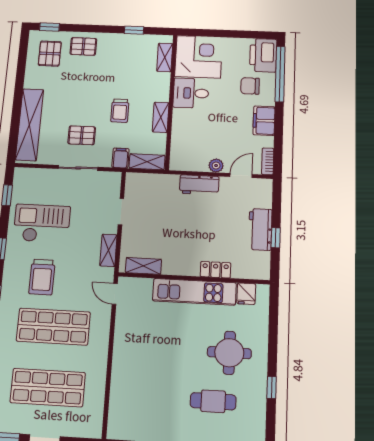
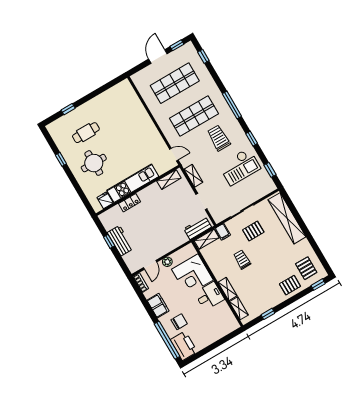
corner desk: (198, 57) -> (192, 275), moved
shelving: (161, 117) -> (228, 289), moved
workbench: (199, 185) -> (198, 228), moved

